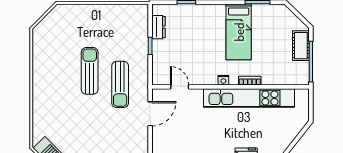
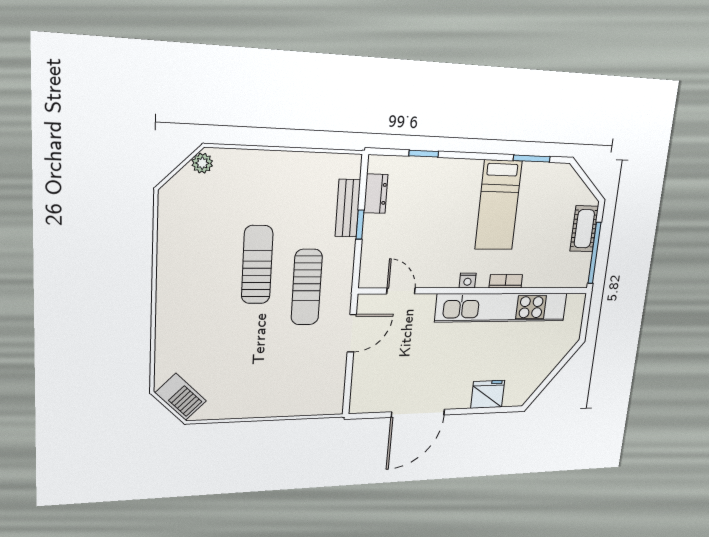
plant: (56, 13) -> (202, 163), added
bench: (142, 36) -> (348, 208), added

